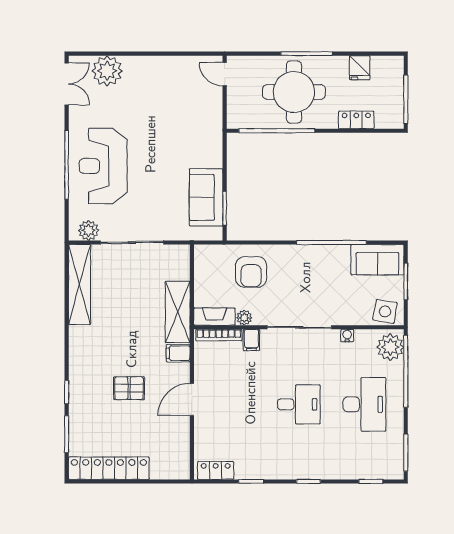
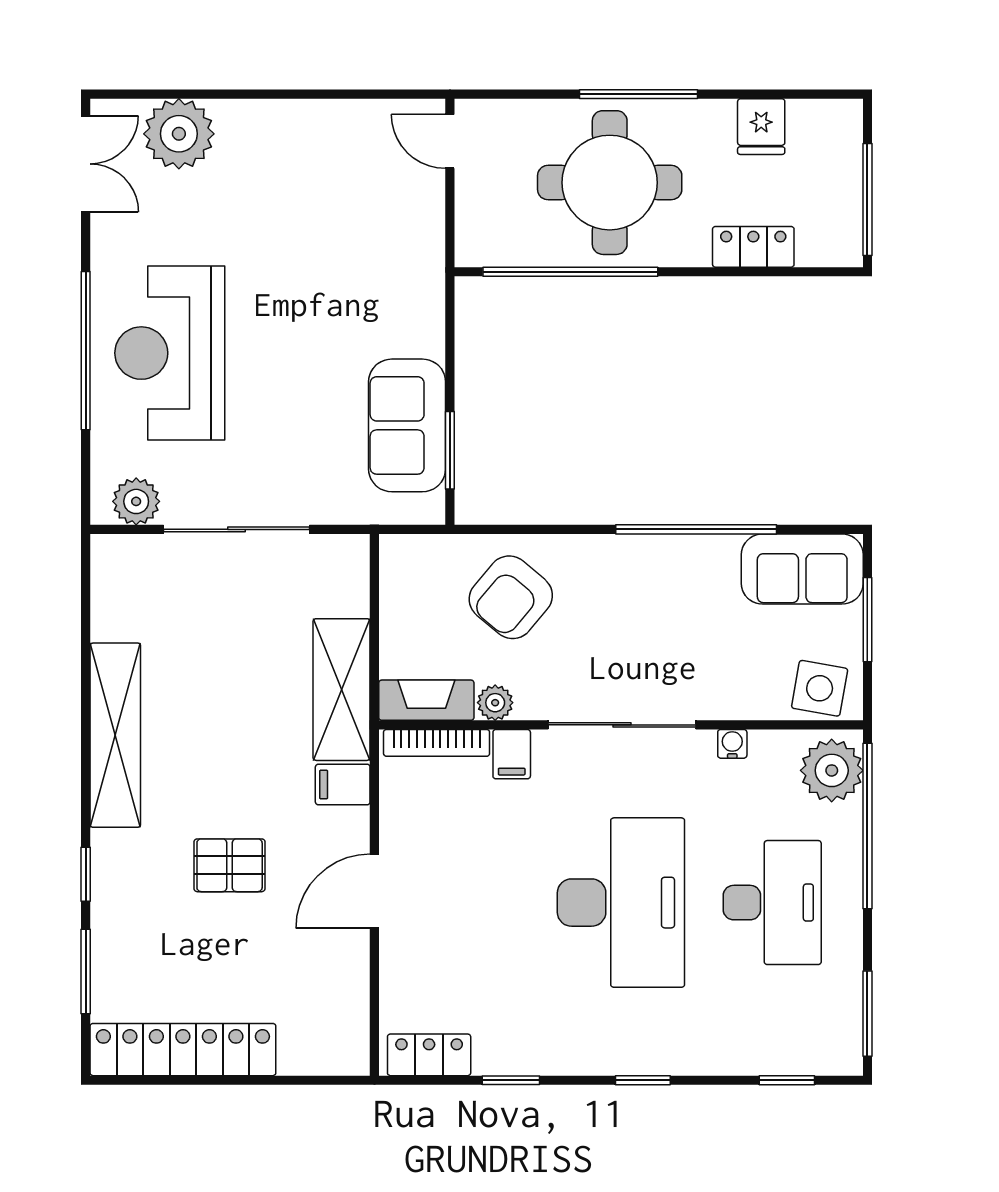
armchair: (251, 272) -> (511, 597), turned 40
shelving: (79, 284) -> (115, 735), moved
desk: (299, 404) -> (621, 903), width x1.87, depth x1.30

